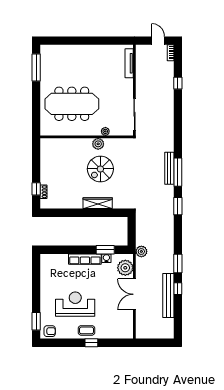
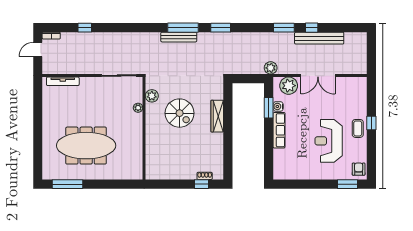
meeting table: (72, 104) -> (86, 146), moved, turned 90
plant: (98, 144) -> (152, 96), moved

